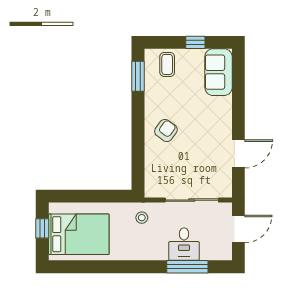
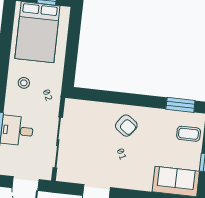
stool: (142, 218) -> (24, 83), moved

